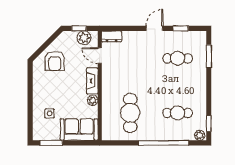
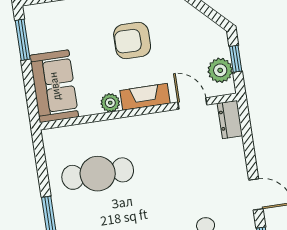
door: (100, 56) -> (192, 103), hinge flipped
armchair: (55, 61) -> (132, 41), moved
side table: (50, 113) -> (75, 29), removed

